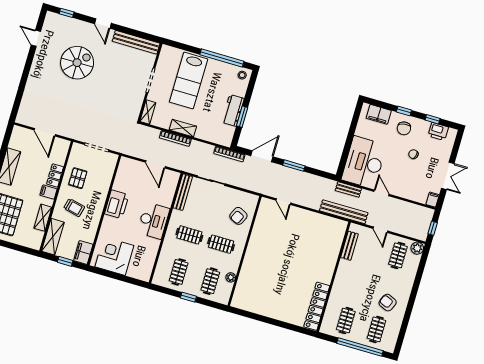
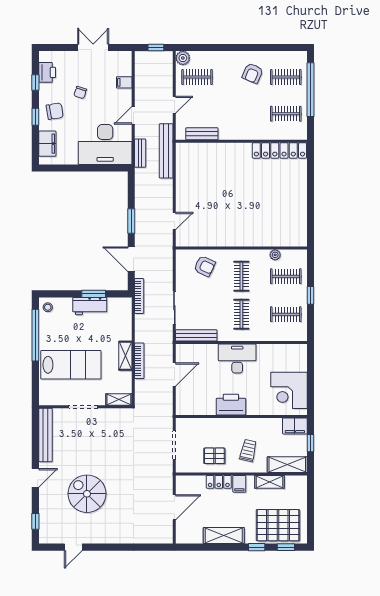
filing cabinet: (433, 200) -> (124, 82), moved

